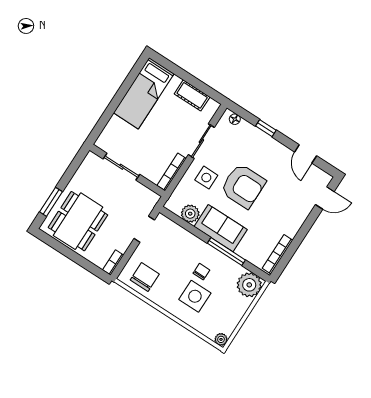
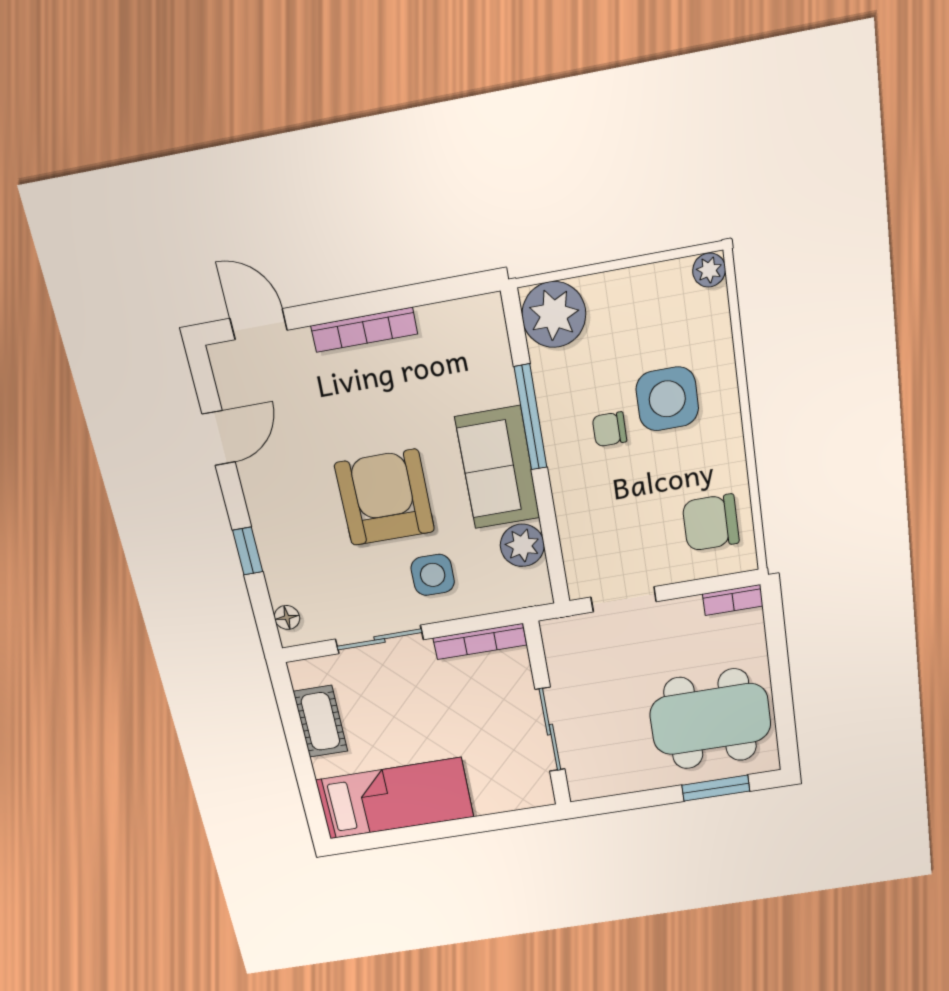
bookcase: (278, 254) -> (364, 330), moved

